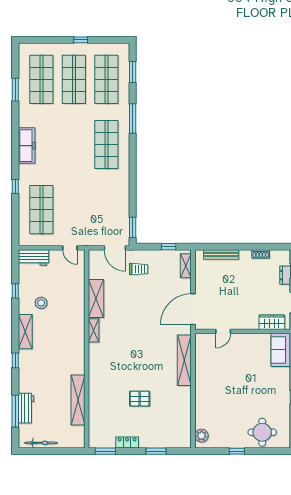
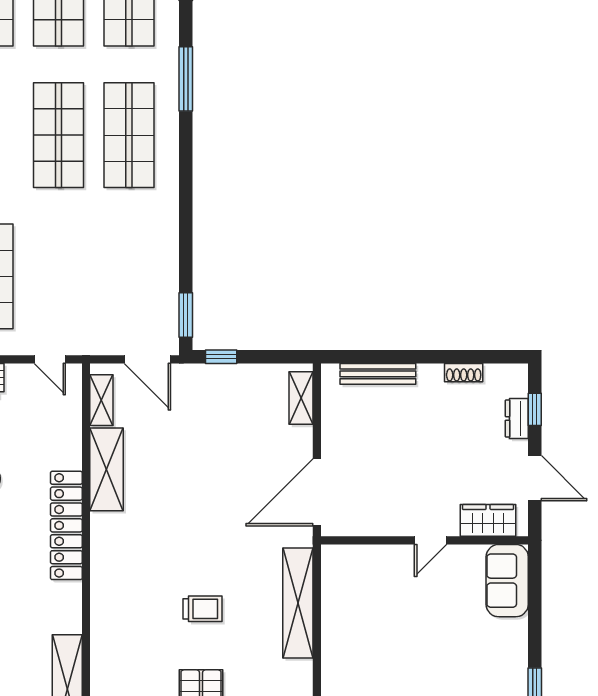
shop shelf: (74, 144) -> (58, 135), added
window: (169, 247) -> (221, 357), moved
trolley: (139, 269) -> (203, 609), moved
locker: (78, 324) -> (66, 525), added
shelving: (94, 330) -> (101, 400), moved
door: (223, 331) -> (431, 540), moved

